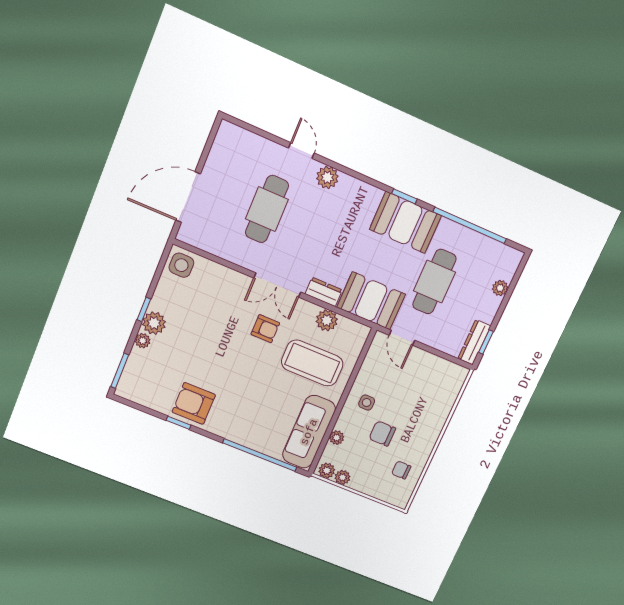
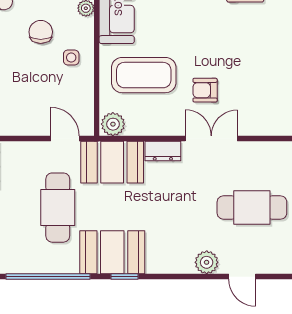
cafe table: (267, 209) -> (252, 208), turned 90
plant: (327, 320) -> (113, 124), moved
chair: (382, 434) -> (41, 32), turned -90

